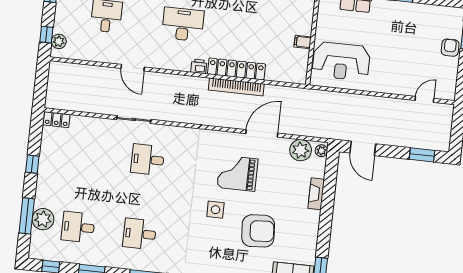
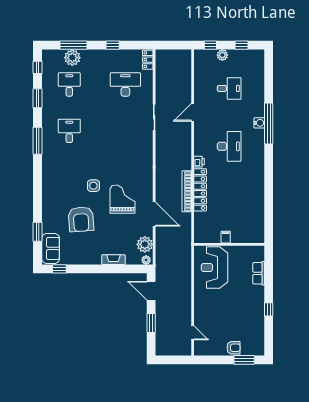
plant: (59, 41) -> (222, 55), moved
door: (363, 148) -> (151, 291), hinge flipped
window: (422, 155) -> (151, 323), moved
desk: (148, 160) -> (125, 84), moved, width x1.37

